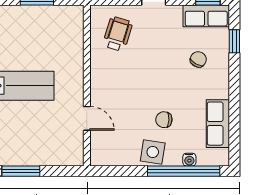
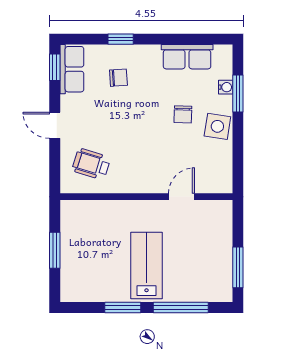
window: (234, 41) -> (121, 39), moved
chair: (198, 59) -> (118, 78), turned 147
window: (184, 171) -> (238, 93), width x0.47

